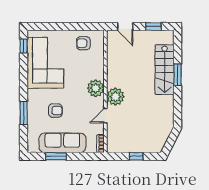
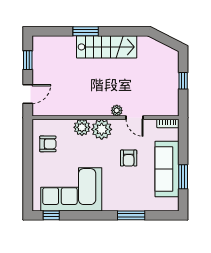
armchair: (83, 43) -> (48, 144), turned -90
stairs: (164, 70) -> (107, 47), moved
plant: (97, 72) -> (82, 127), added
plant: (115, 97) -> (117, 110), width x0.53, depth x0.53
armchair: (55, 111) -> (129, 158), moved, turned 180

